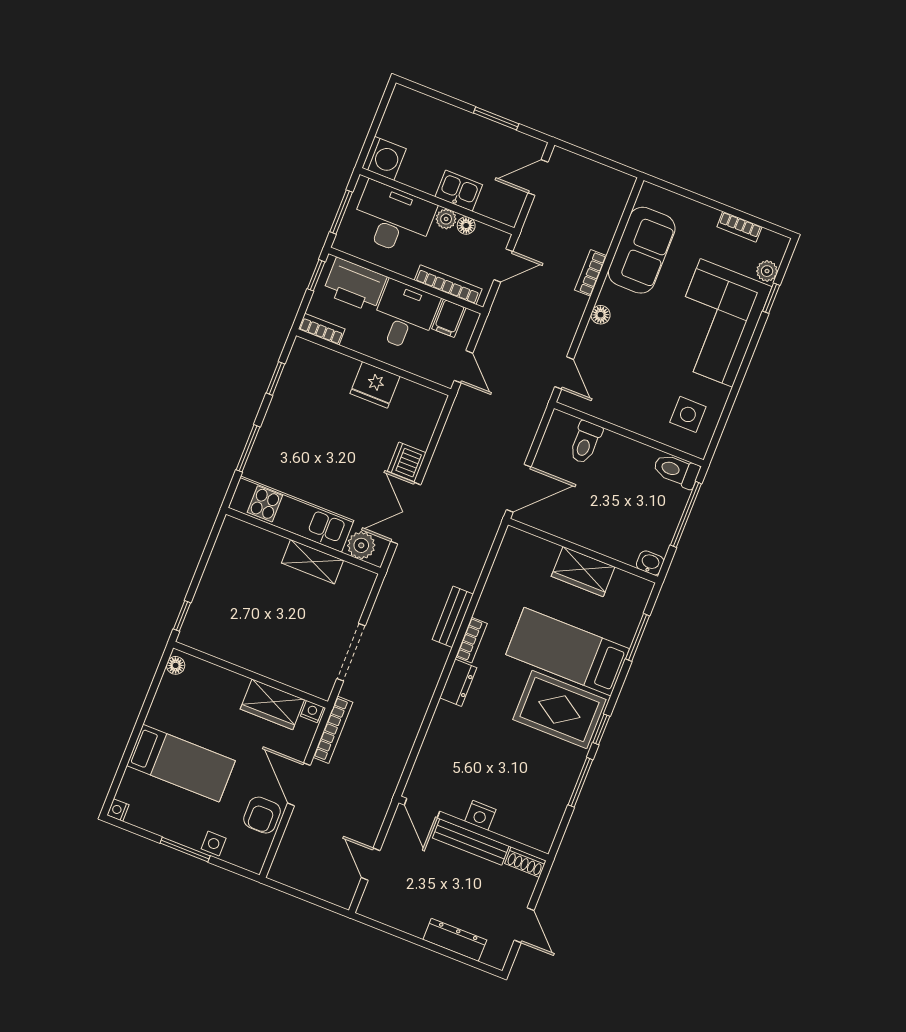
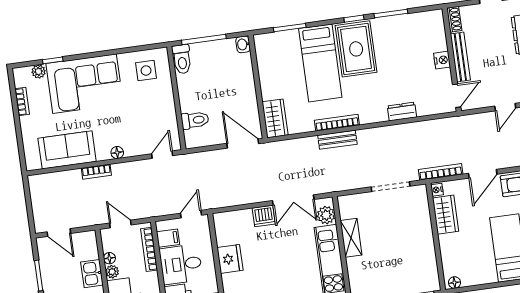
wardrobe: (583, 572) -> (275, 118), moved
bookcase: (471, 640) -> (337, 123), width x1.56
dresser: (458, 683) -> (402, 111), moved

